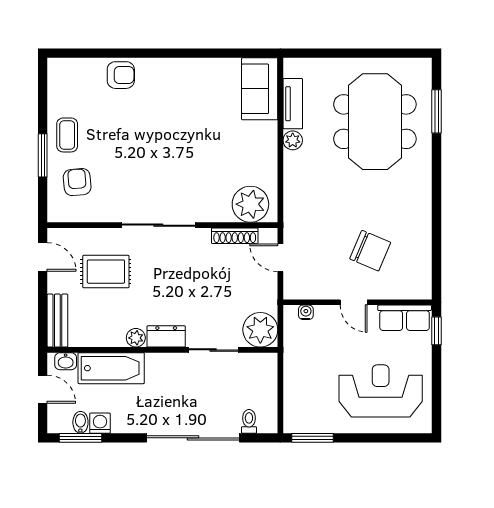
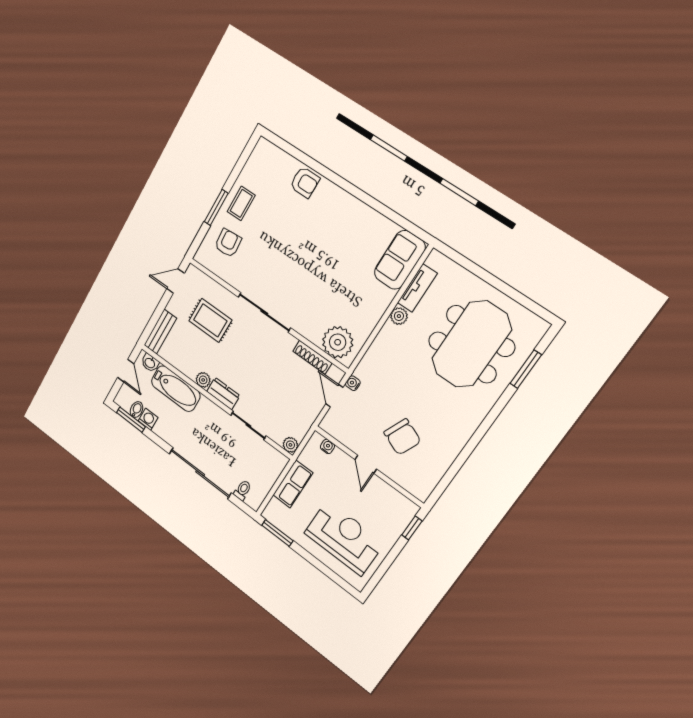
water cooler: (290, 233) -> (353, 383), added
door: (43, 257) -> (175, 281), swing flipped
row of seats: (405, 318) -> (293, 484), moved, turned -90
plant: (260, 330) -> (290, 445), width x0.53, depth x0.53

